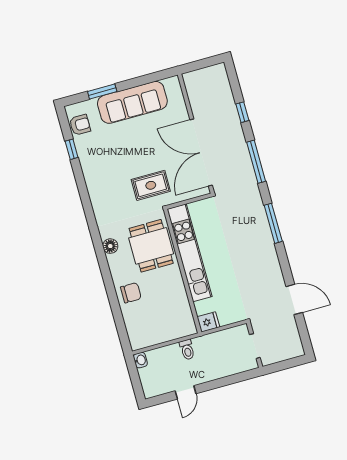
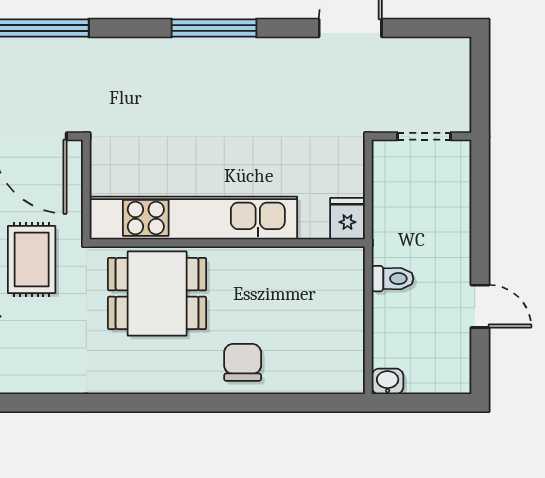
window: (273, 223) -> (214, 28), moved
floor lamp: (110, 246) -> (134, 378), removed

